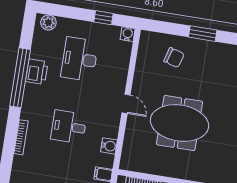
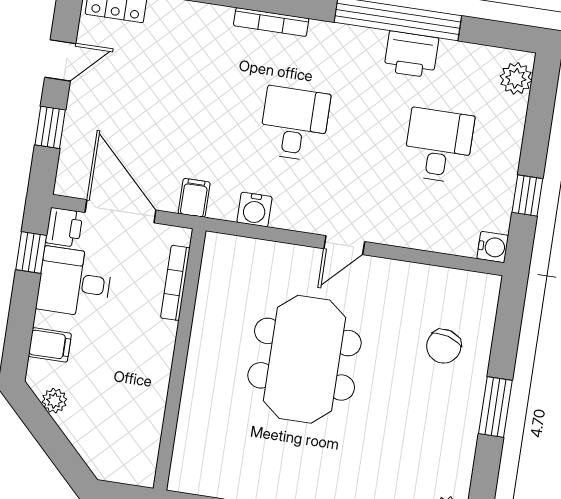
desk: (80, 59) -> (439, 145), width x0.73

